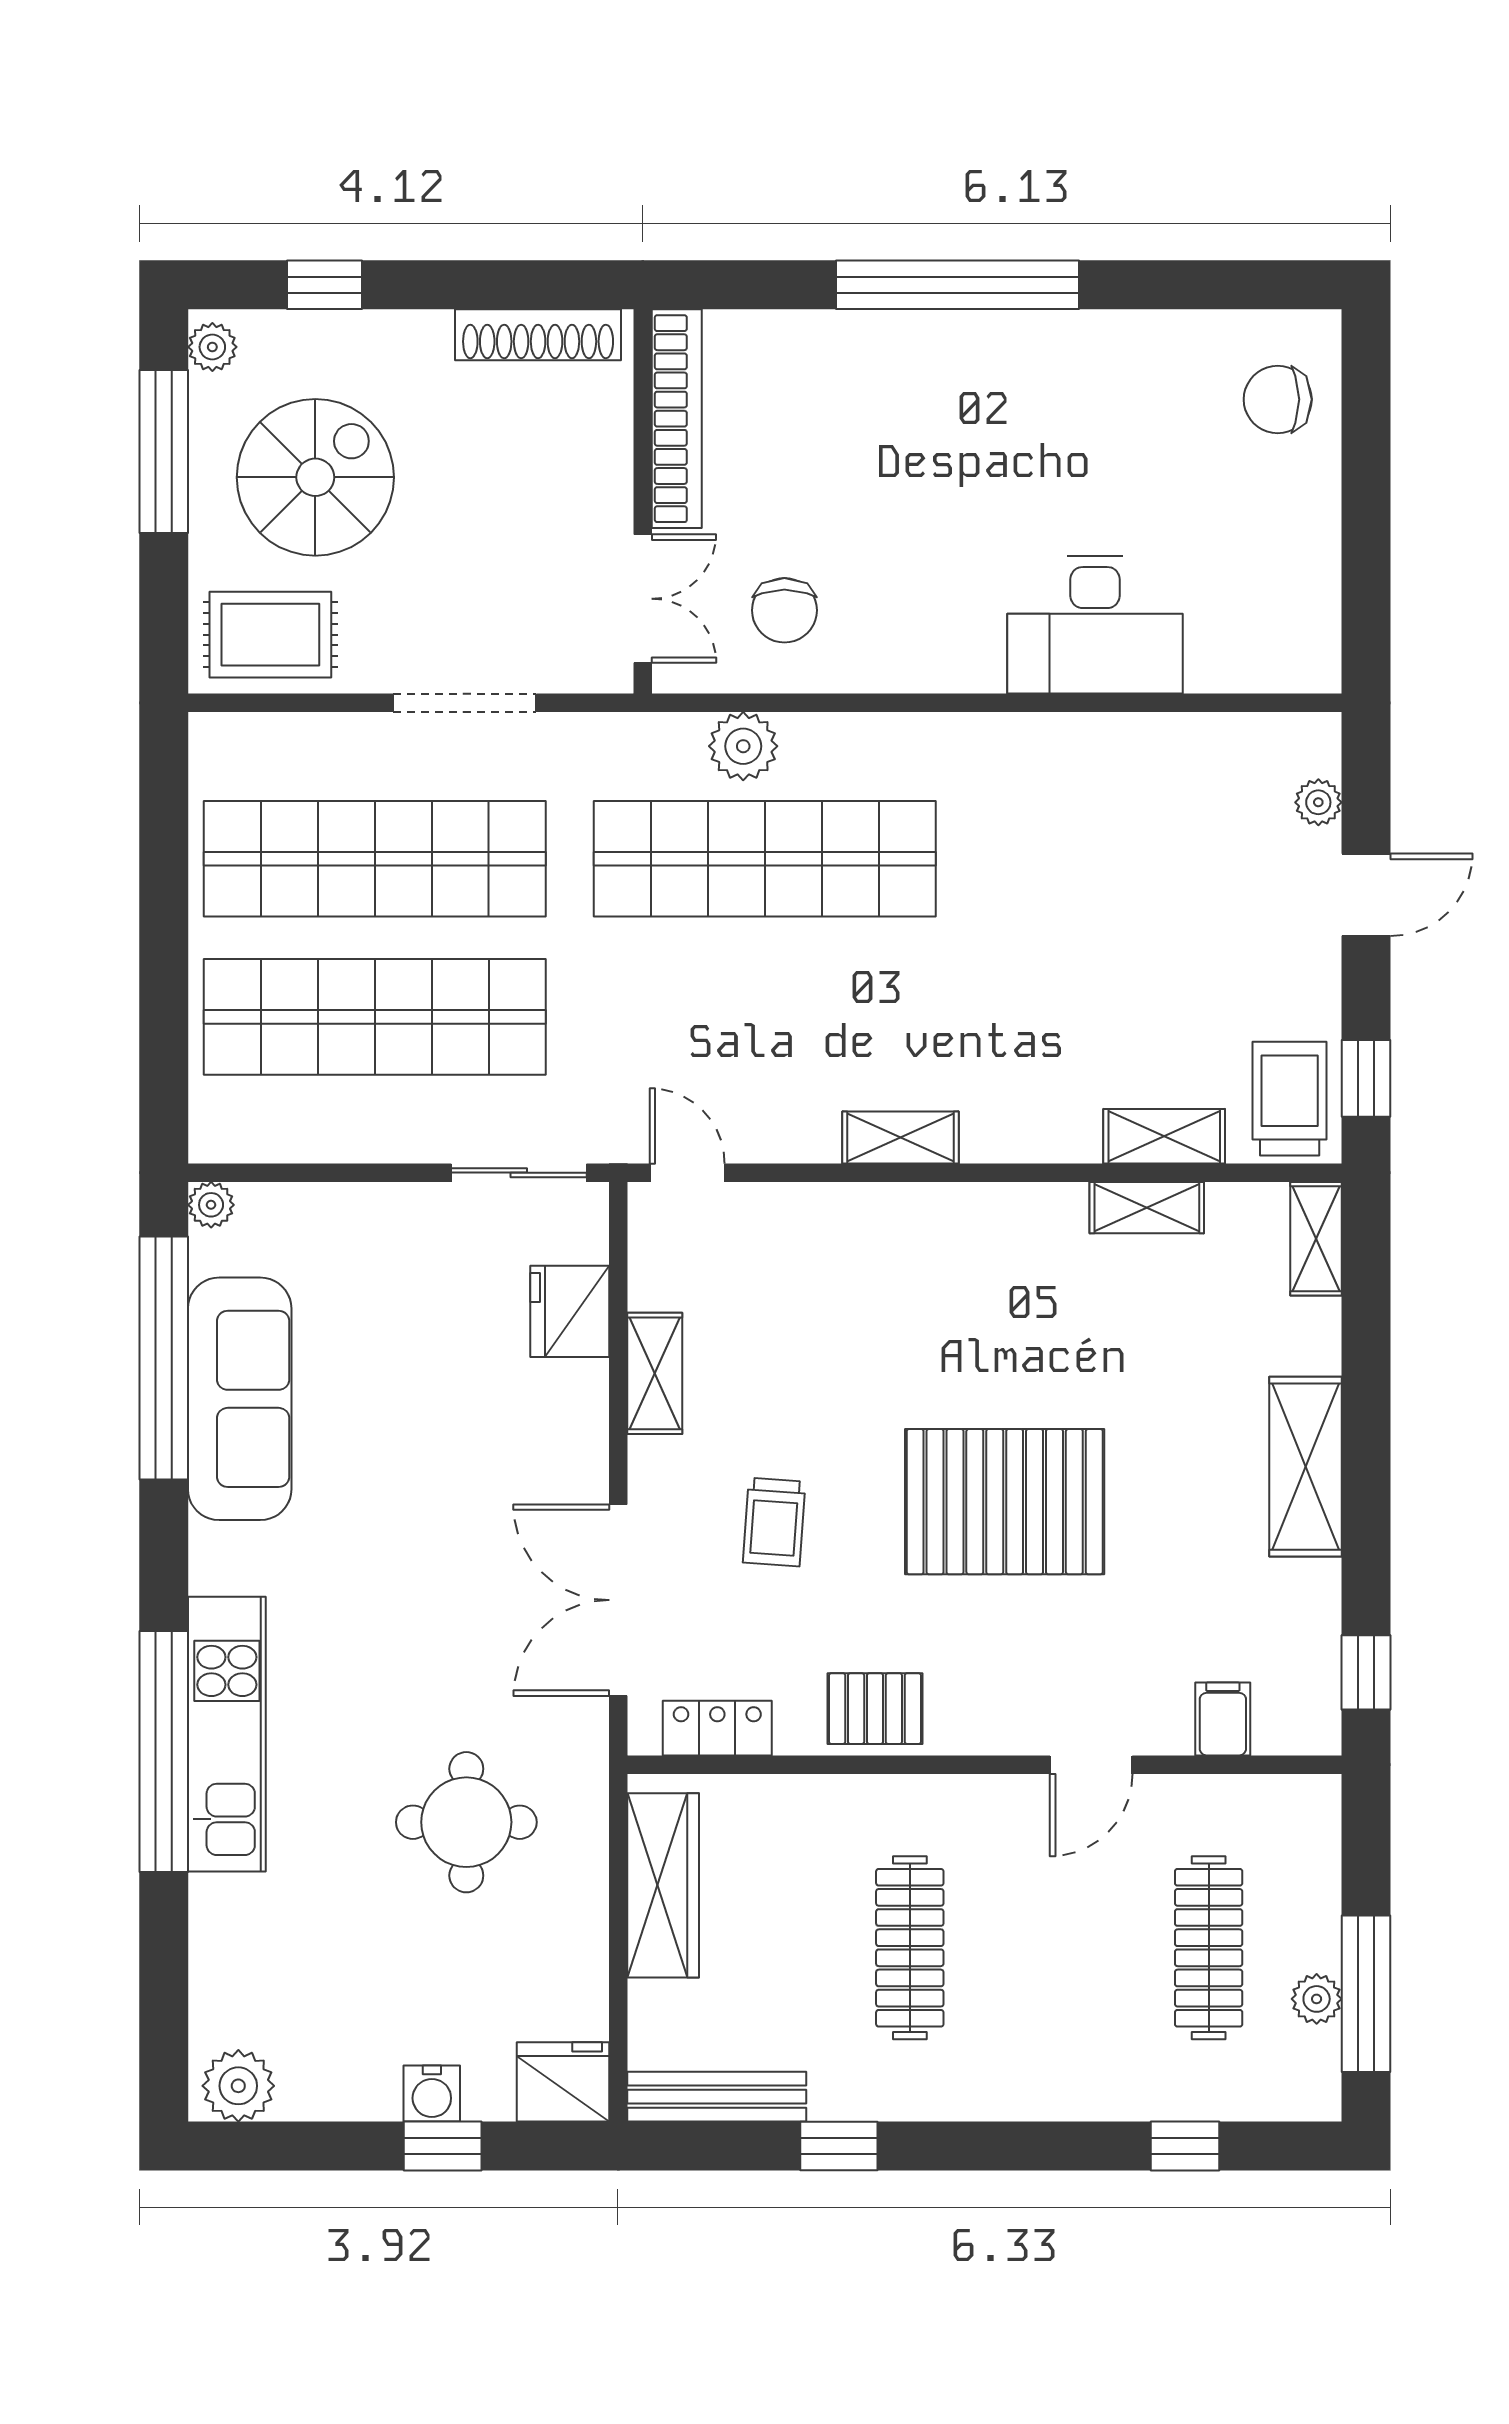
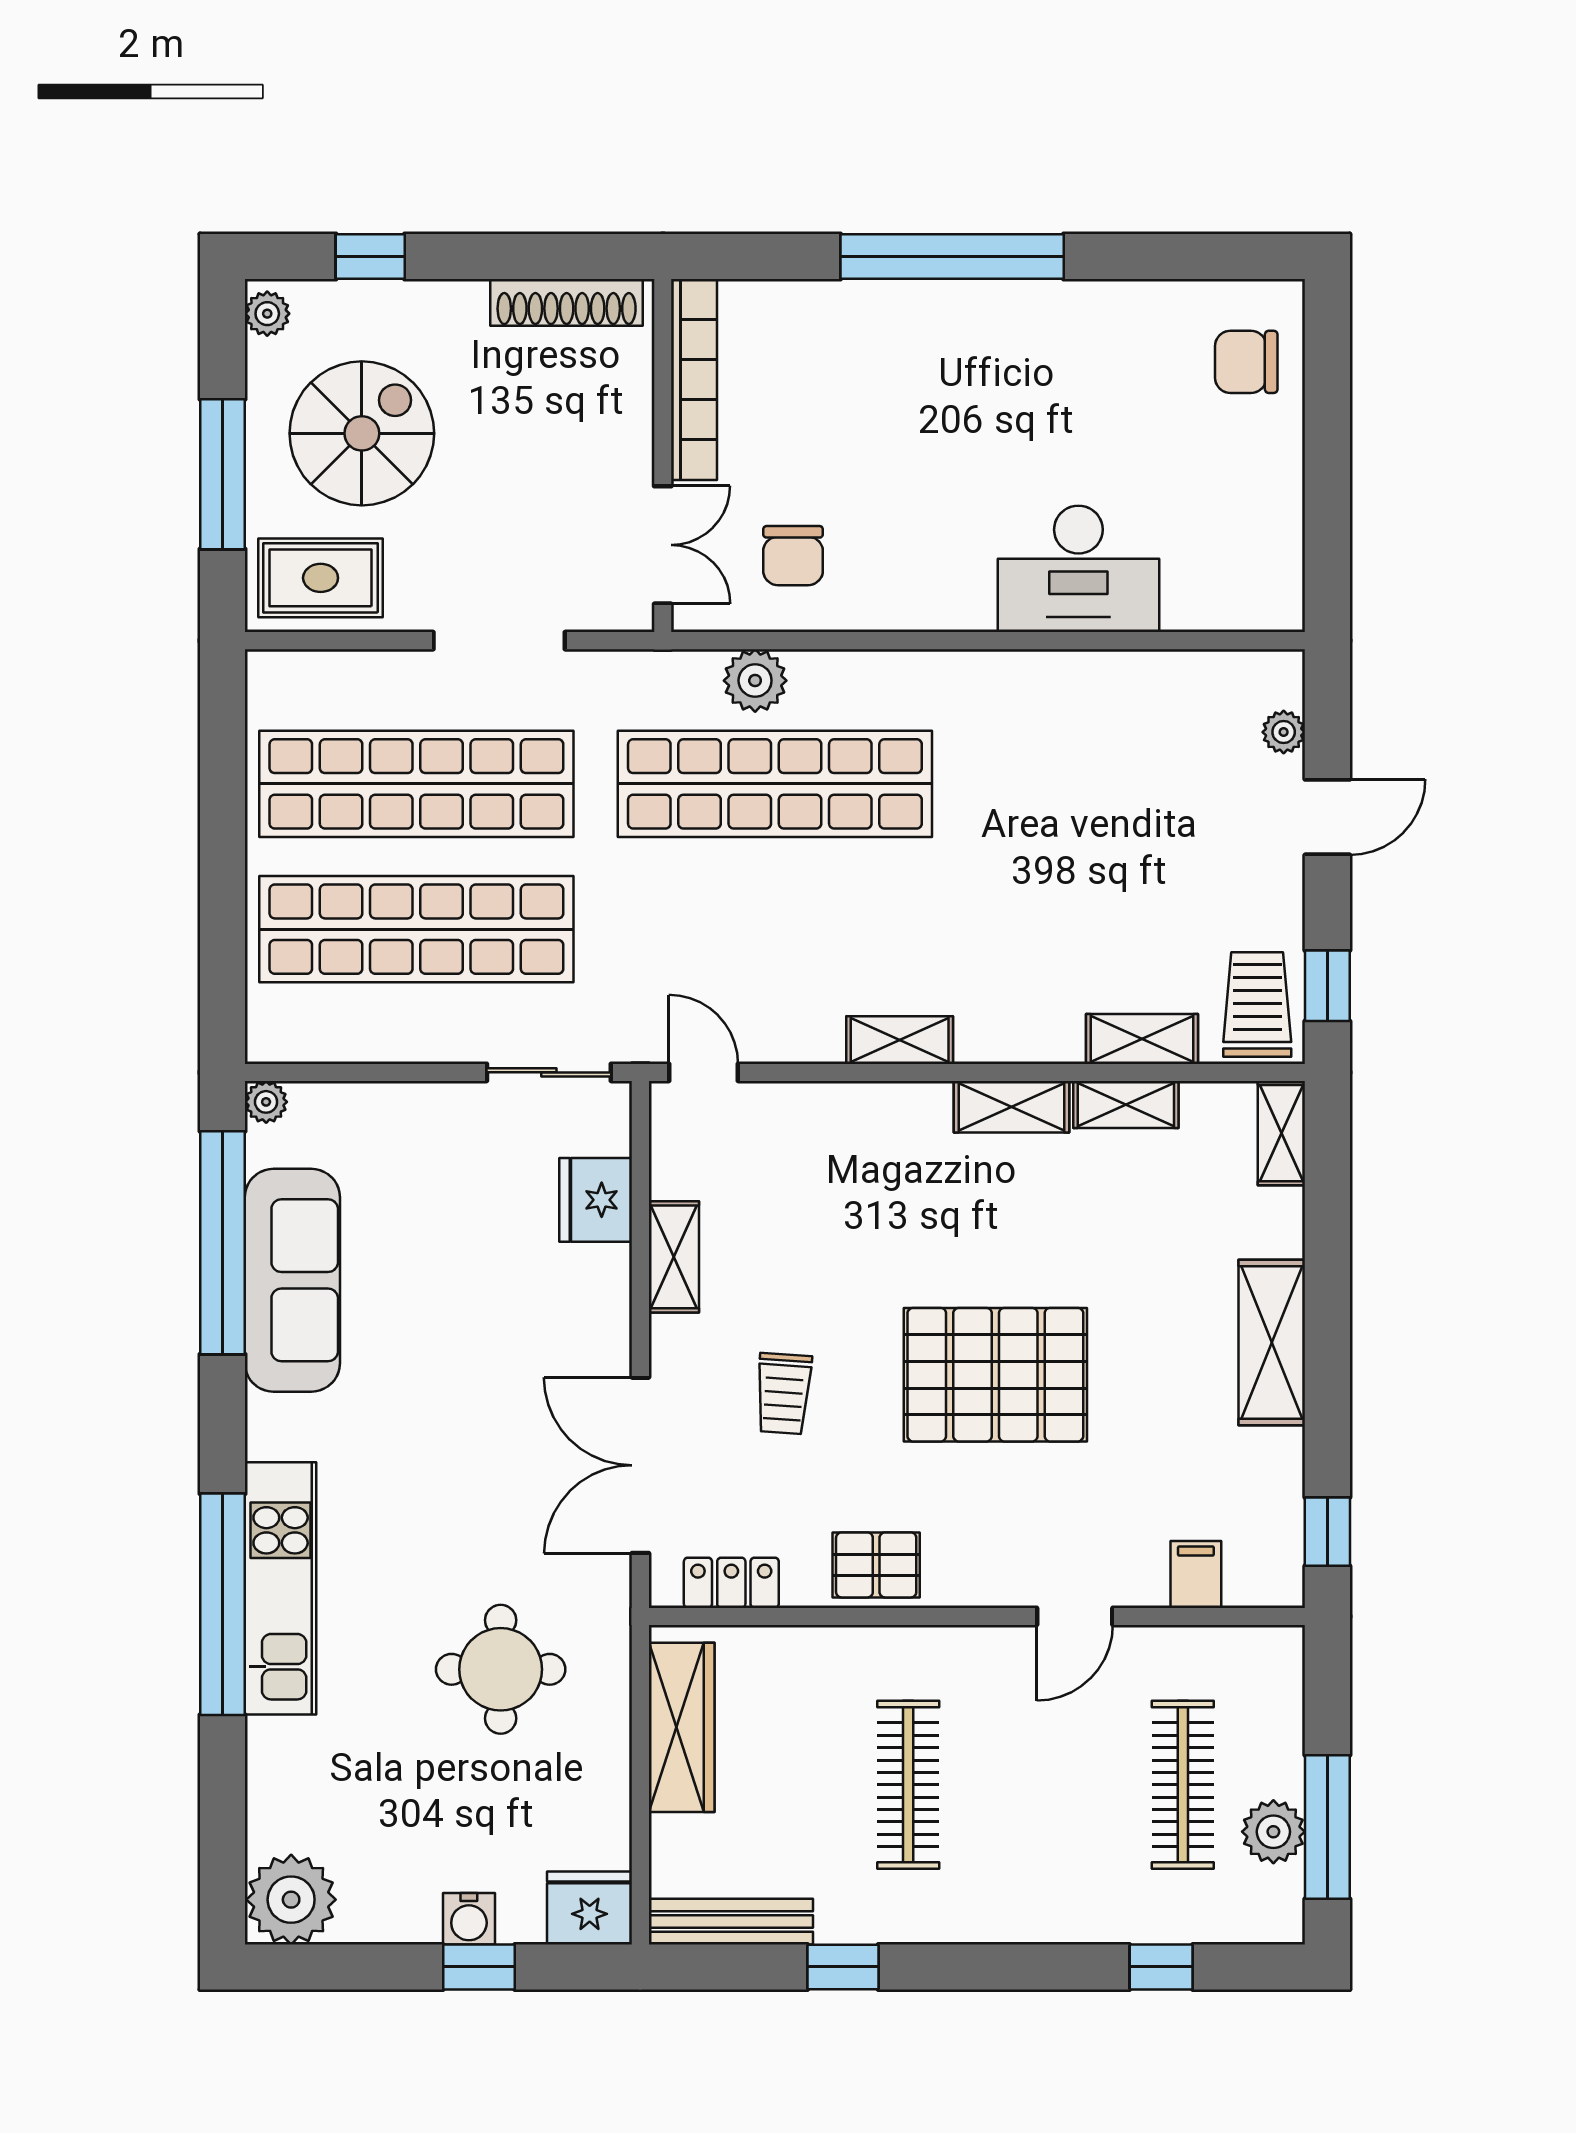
window: (164, 451) -> (223, 474), moved
shelving: (1022, 1210) -> (1011, 1107), added
plant: (1317, 1999) -> (1273, 1832), width x1.38, depth x1.38
plant: (238, 2086) -> (291, 1900), width x1.36, depth x1.36

